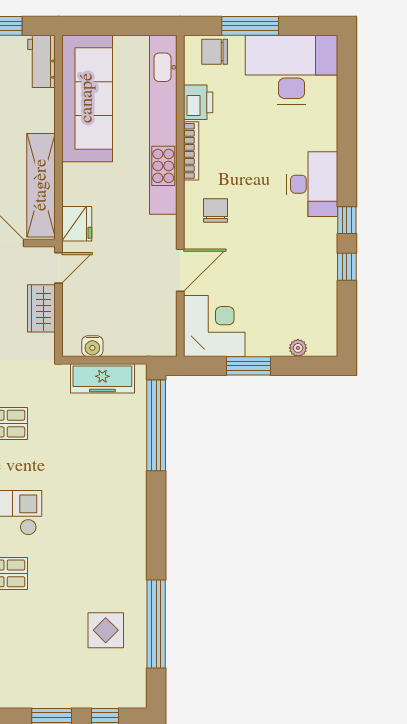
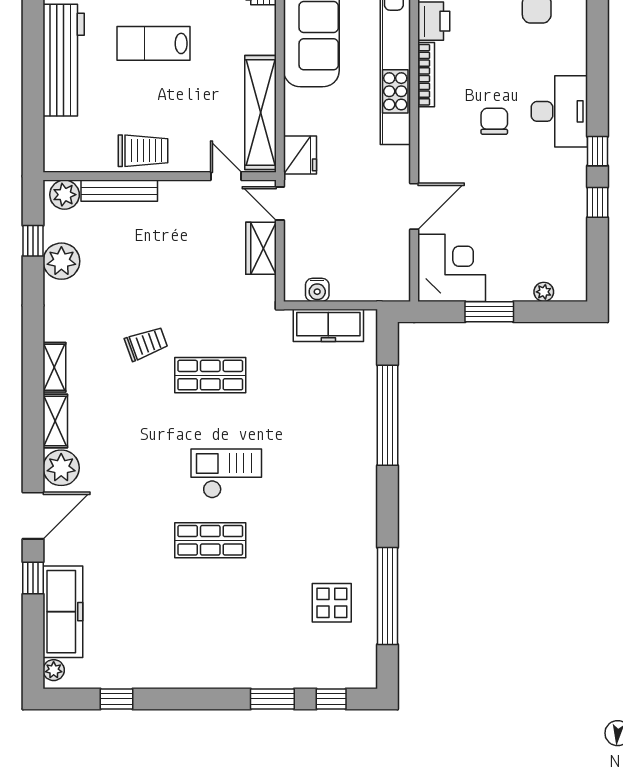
chair: (216, 210) -> (494, 121), moved
door: (59, 268) -> (280, 204), swing flipped
window: (156, 425) -> (387, 415), moved

